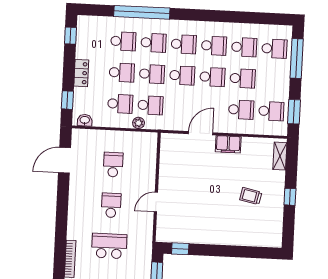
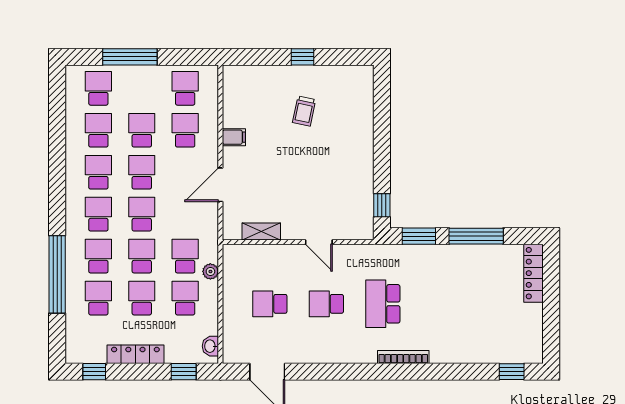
window: (297, 59) -> (130, 57), moved
locker: (81, 73) -> (135, 354), width x1.53
window: (294, 112) -> (185, 57), removed
door: (201, 133) -> (220, 185), hinge flipped
filing cabinet: (228, 144) -> (234, 137), width x0.50
shelving: (280, 156) -> (261, 231), moved

